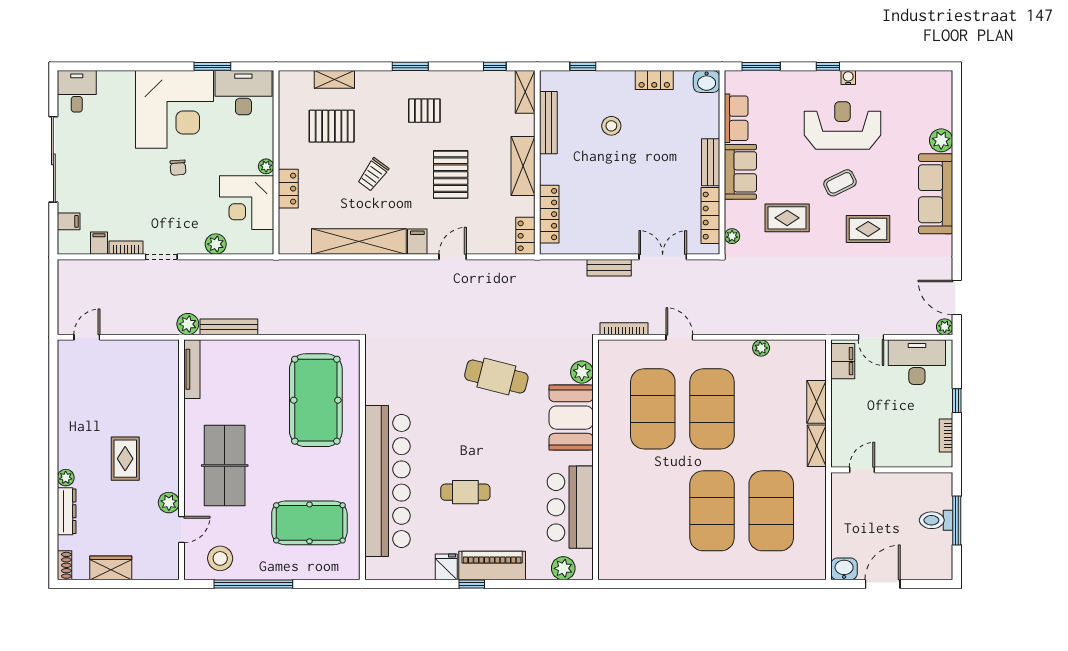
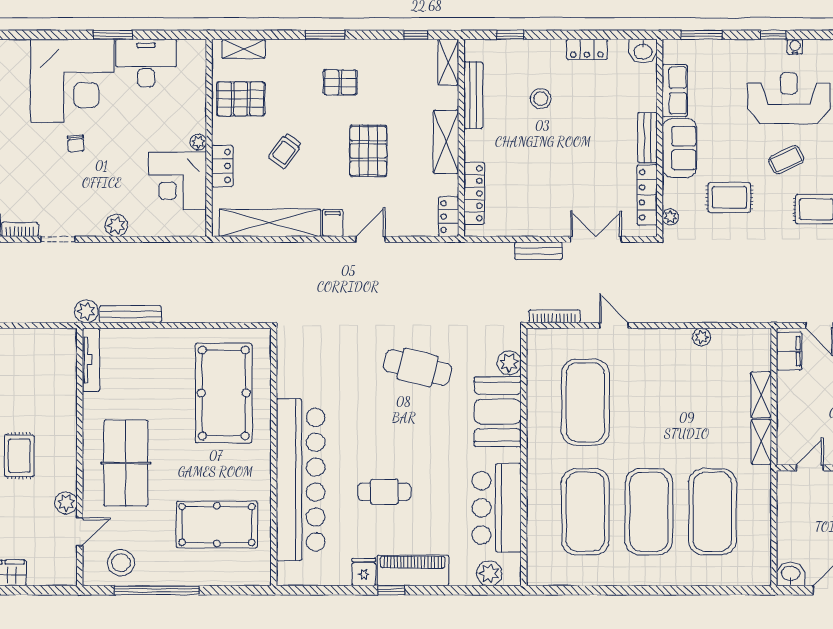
wall: (276, 162) -> (209, 138), moved
plant: (266, 166) -> (198, 142), moved
locker: (288, 189) -> (222, 166), moved
corner desk: (247, 203) -> (177, 181), moved
exercise mat: (712, 409) -> (585, 512), moved

